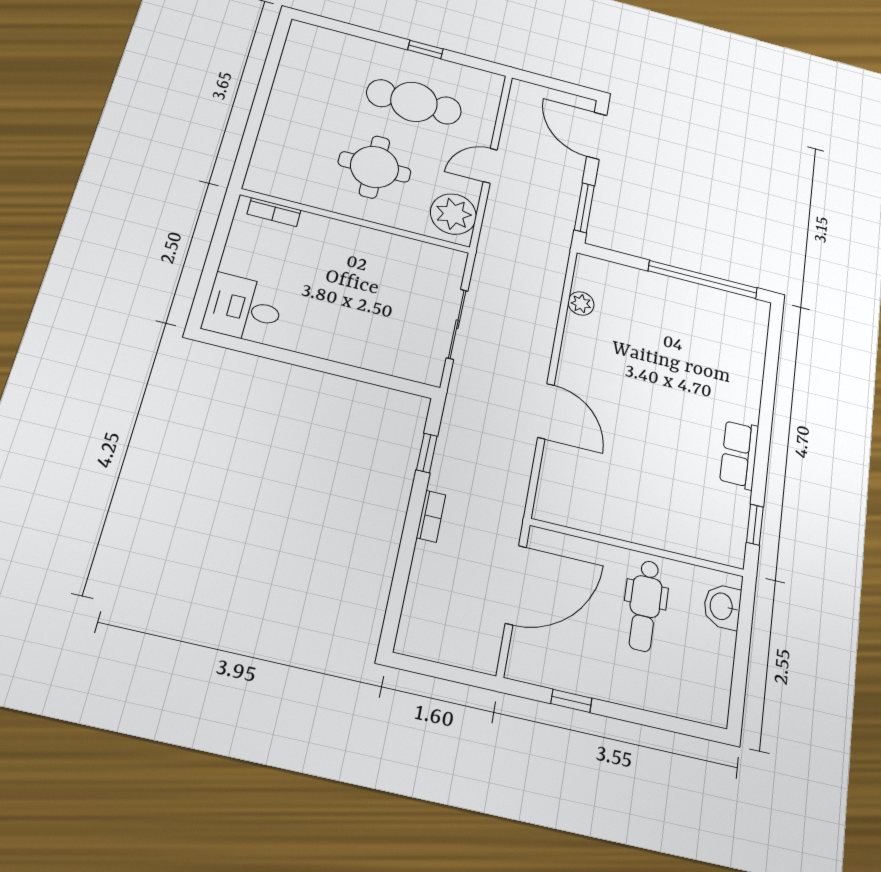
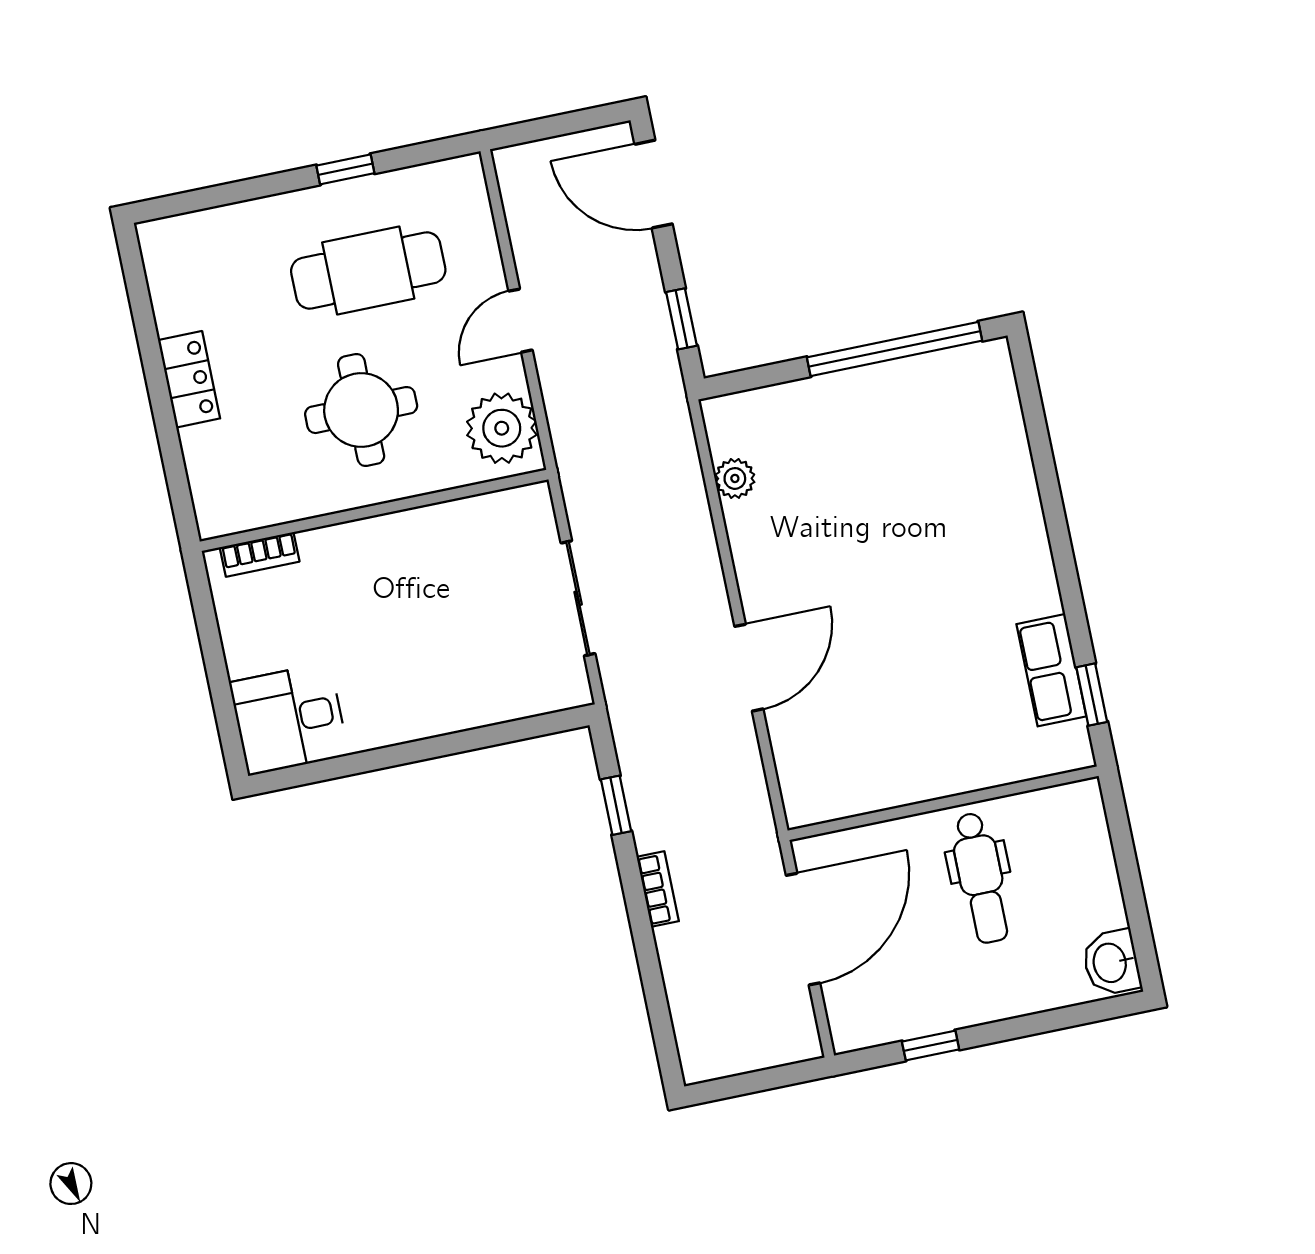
locker: (281, 106) -> (189, 379), added
window: (584, 208) -> (681, 319), width x0.67
door: (546, 411) -> (749, 668), hinge flipped
row of seats: (739, 454) -> (1051, 670), moved
washbasin: (722, 606) -> (1111, 963), moved

